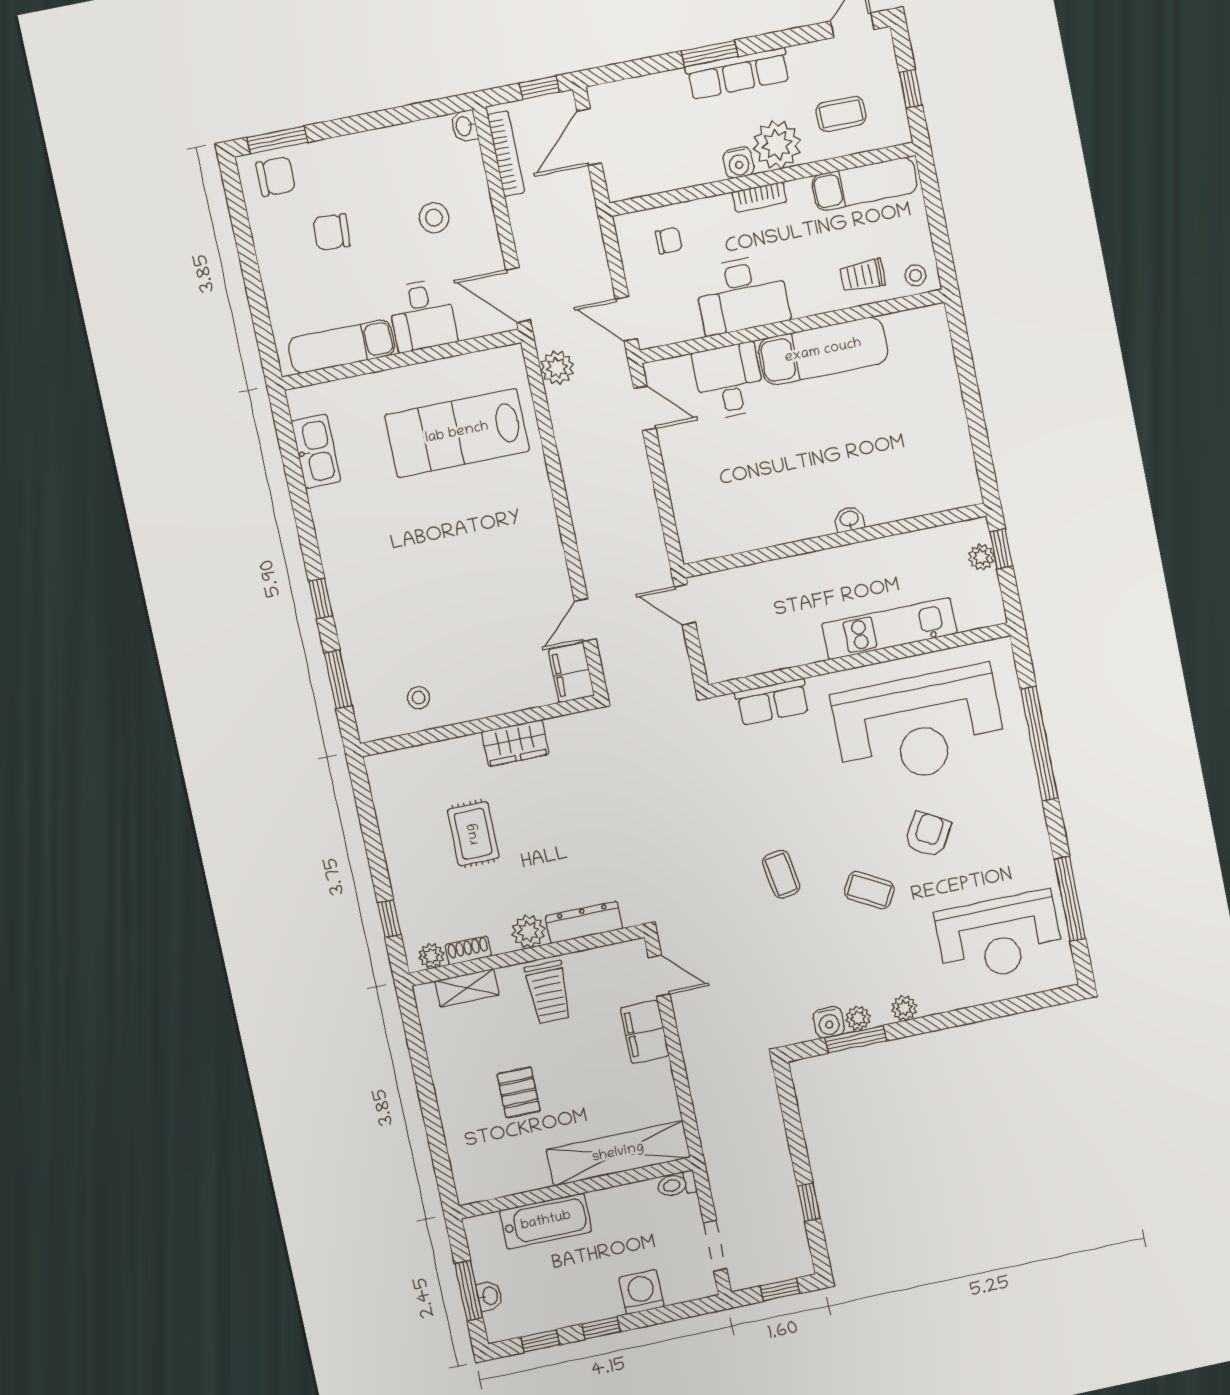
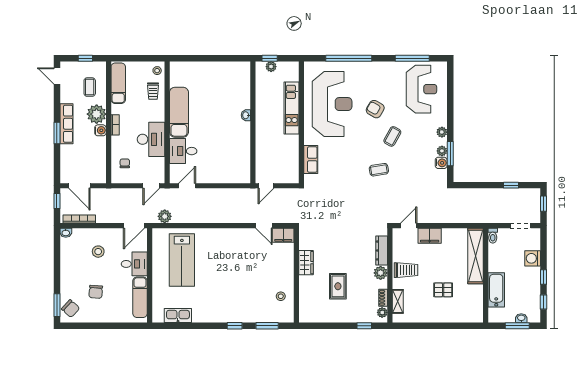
chair: (276, 176) -> (71, 309), turned 132
rug: (473, 834) -> (338, 286), turned 90

